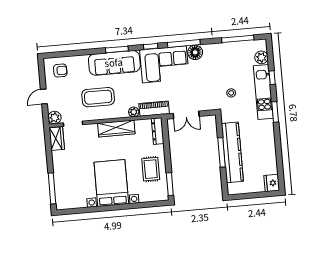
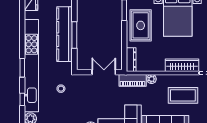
kitchen unit: (263, 92) -> (31, 66), width x1.86
wardrobe: (116, 128) -> (182, 65), moved
rug: (151, 169) -> (141, 25), width x1.36, depth x1.43

